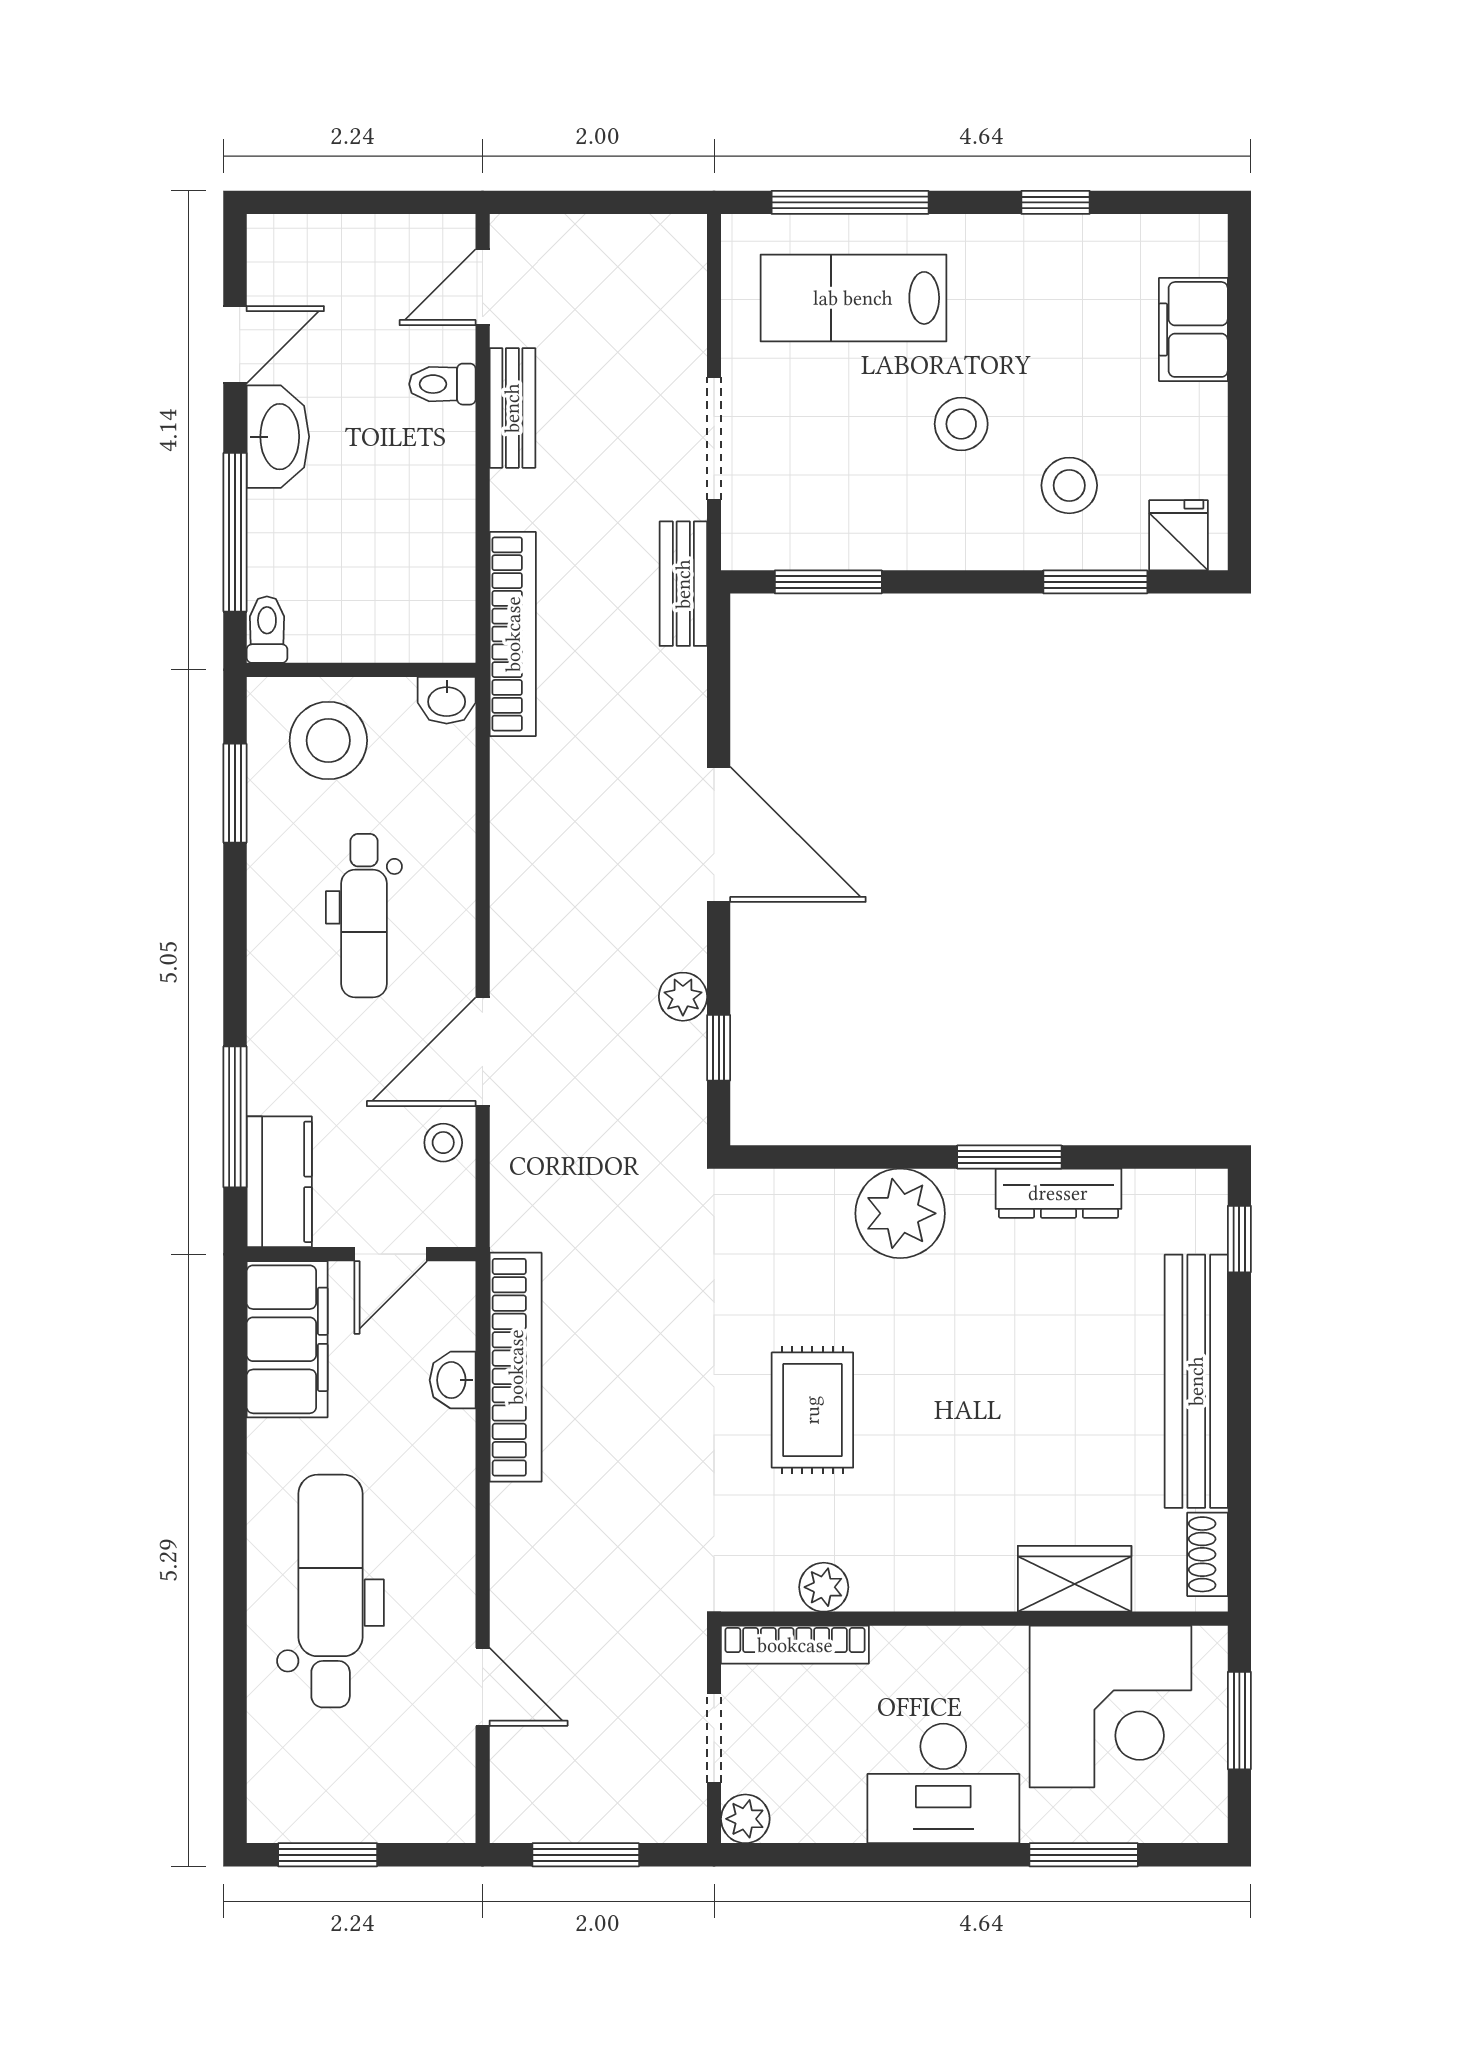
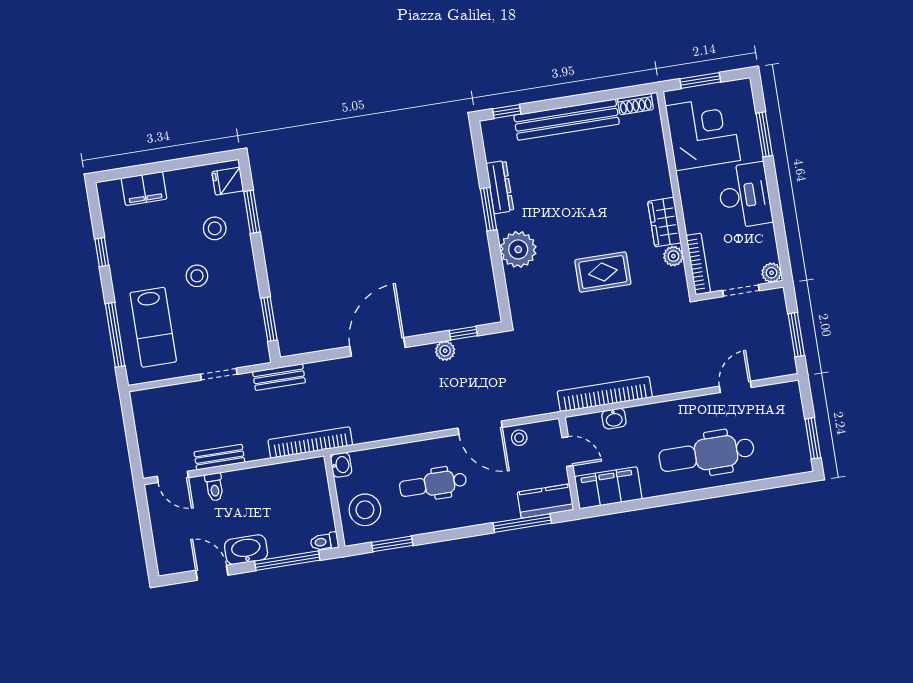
doorway: (714, 439) -> (219, 374), width x0.73
dental chair: (364, 916) -> (433, 484), turned 180
wardrobe: (1075, 1579) -> (664, 222), moved

